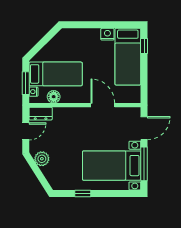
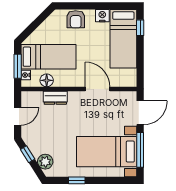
armchair: (82, 38) -> (76, 19), added
dresser: (41, 114) -> (55, 98), moved
plant: (42, 159) -> (45, 162), moved
window: (35, 168) -> (28, 154), added

